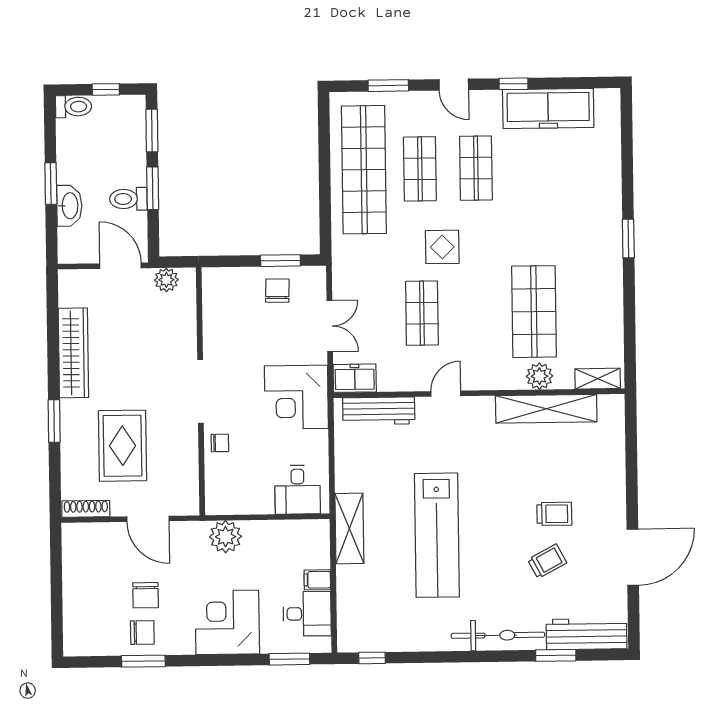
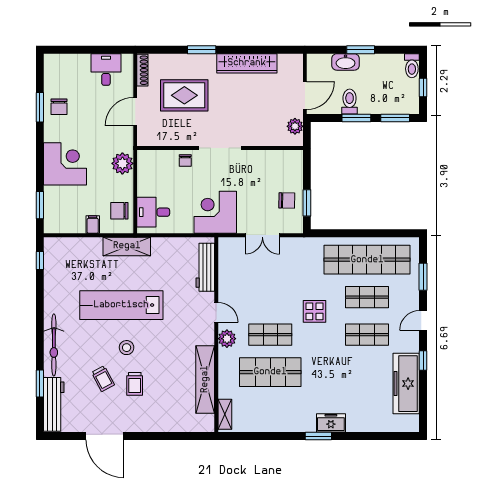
shop shelf: (422, 313) -> (270, 335), moved
plant: (539, 376) -> (227, 339), moved
freezer: (355, 378) -> (331, 423), moved, turned -90
stool: (500, 527) -> (127, 348), added
chair: (146, 595) -> (119, 211), moved
desk: (307, 614) -> (106, 70), moved, turned 180

